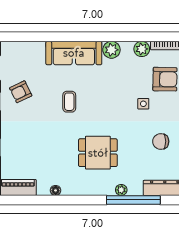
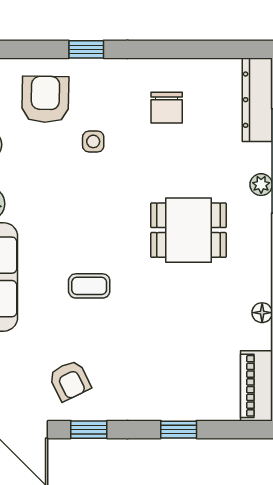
dining table: (98, 153) -> (189, 230), turned 90

